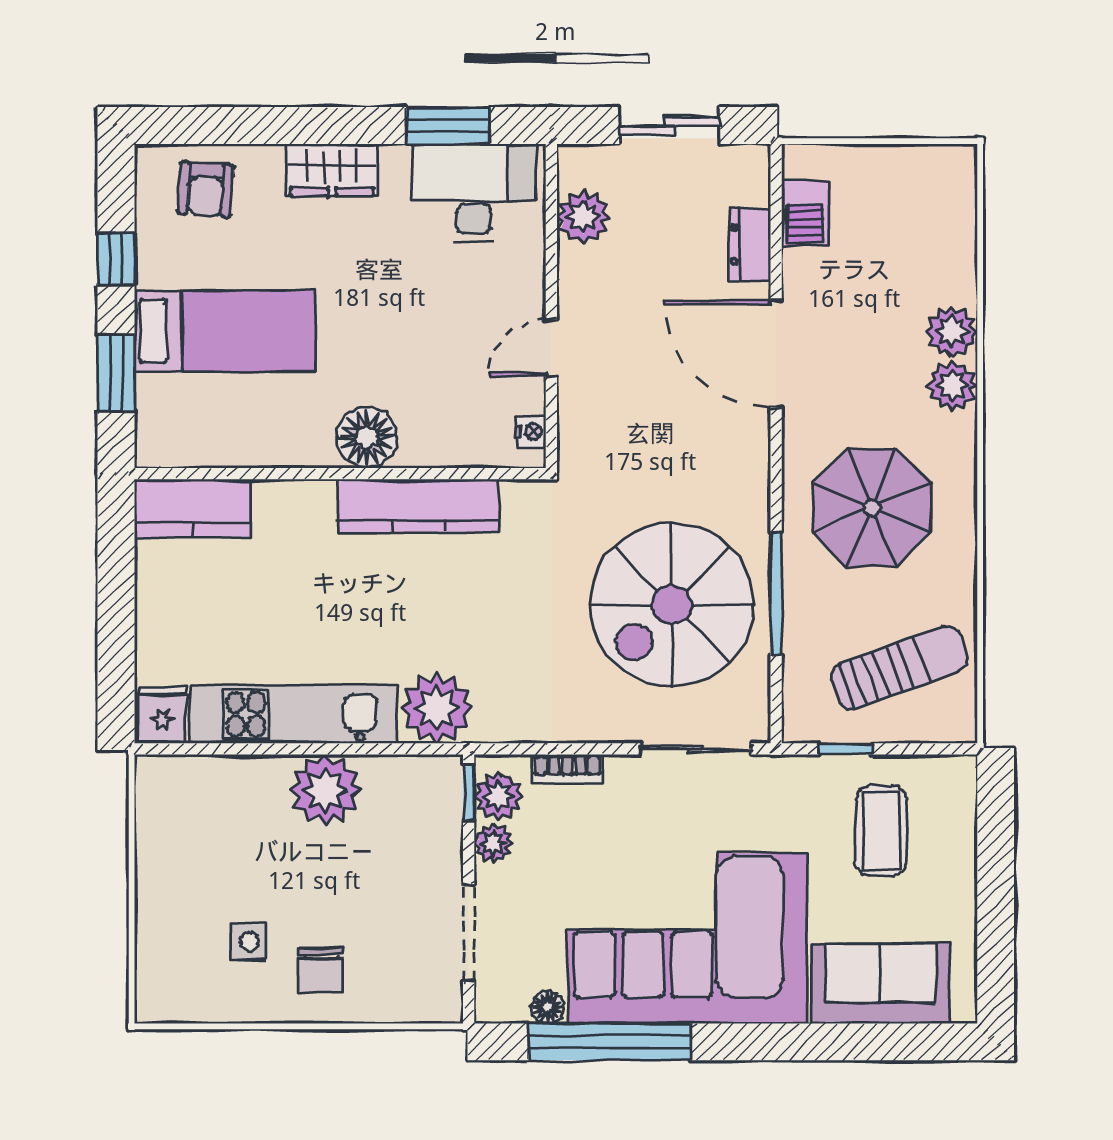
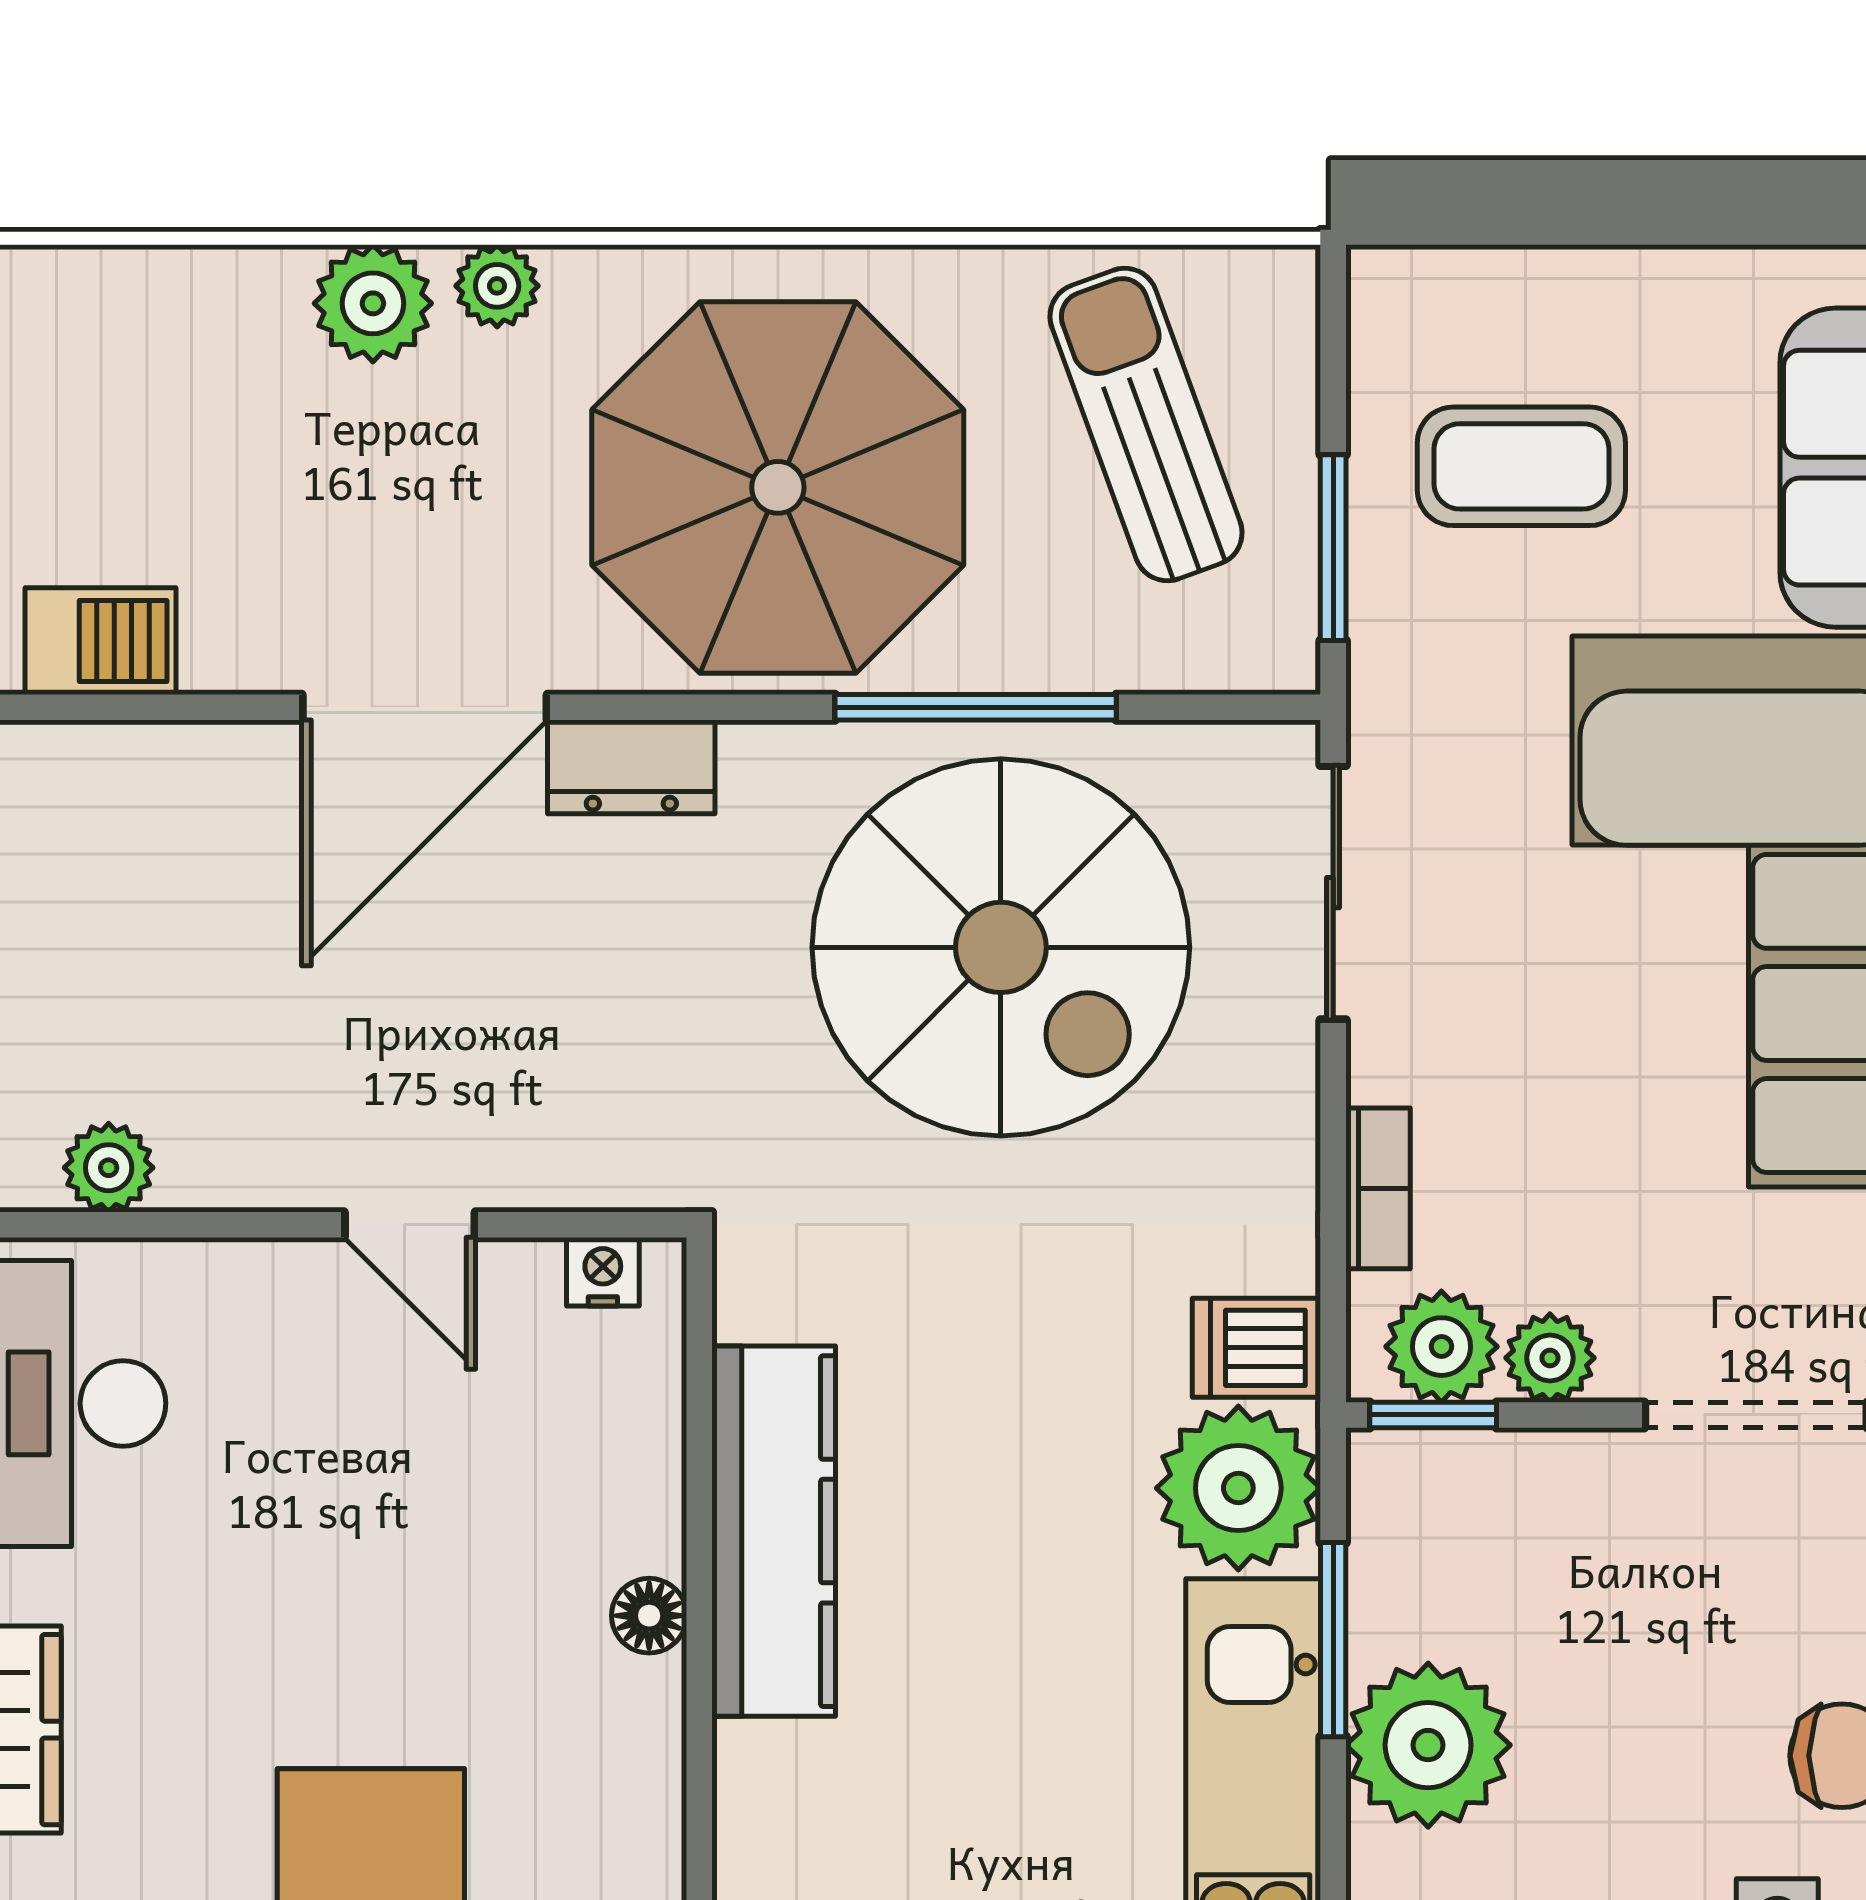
plant: (583, 217) -> (109, 1168), width x0.73, depth x0.73
dresser: (750, 244) -> (631, 767), moved
plant: (953, 386) -> (497, 286), width x0.73, depth x0.73
floor lamp: (367, 437) -> (649, 1616), width x0.53, depth x0.53
parasol: (872, 508) -> (778, 487), width x1.36, depth x1.36
dishwasher: (498, 716) -> (1256, 1348), added
window: (371, 749) -> (1333, 1640), added
window: (846, 749) -> (1333, 548), width x1.50

